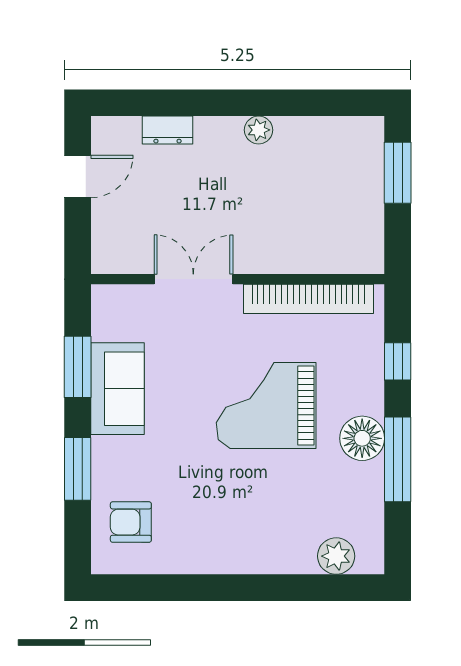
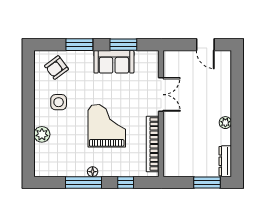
dresser: (168, 130) -> (225, 161), moved, width x1.44
floor lamp: (362, 438) -> (93, 172), width x0.53, depth x0.53
side table: (211, 517) -> (59, 102), added
armchair: (131, 522) -> (57, 68), turned -127
plant: (336, 556) -> (42, 134), moved

